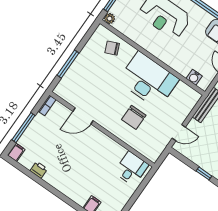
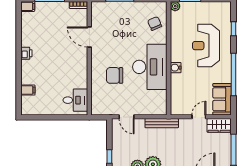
water cooler: (194, 77) -> (176, 68), moved
printer: (39, 170) -> (26, 53), moved

